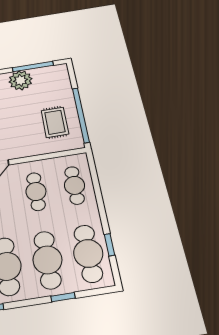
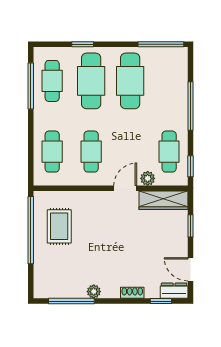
plant: (20, 80) -> (94, 292), width x0.53, depth x0.53
window: (109, 245) -> (31, 86), width x2.17
cafe table: (88, 253) -> (52, 81), width x0.73, depth x0.74

